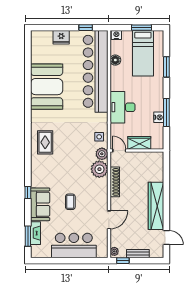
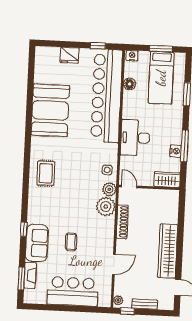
wardrobe: (139, 143) -> (167, 180), moved

